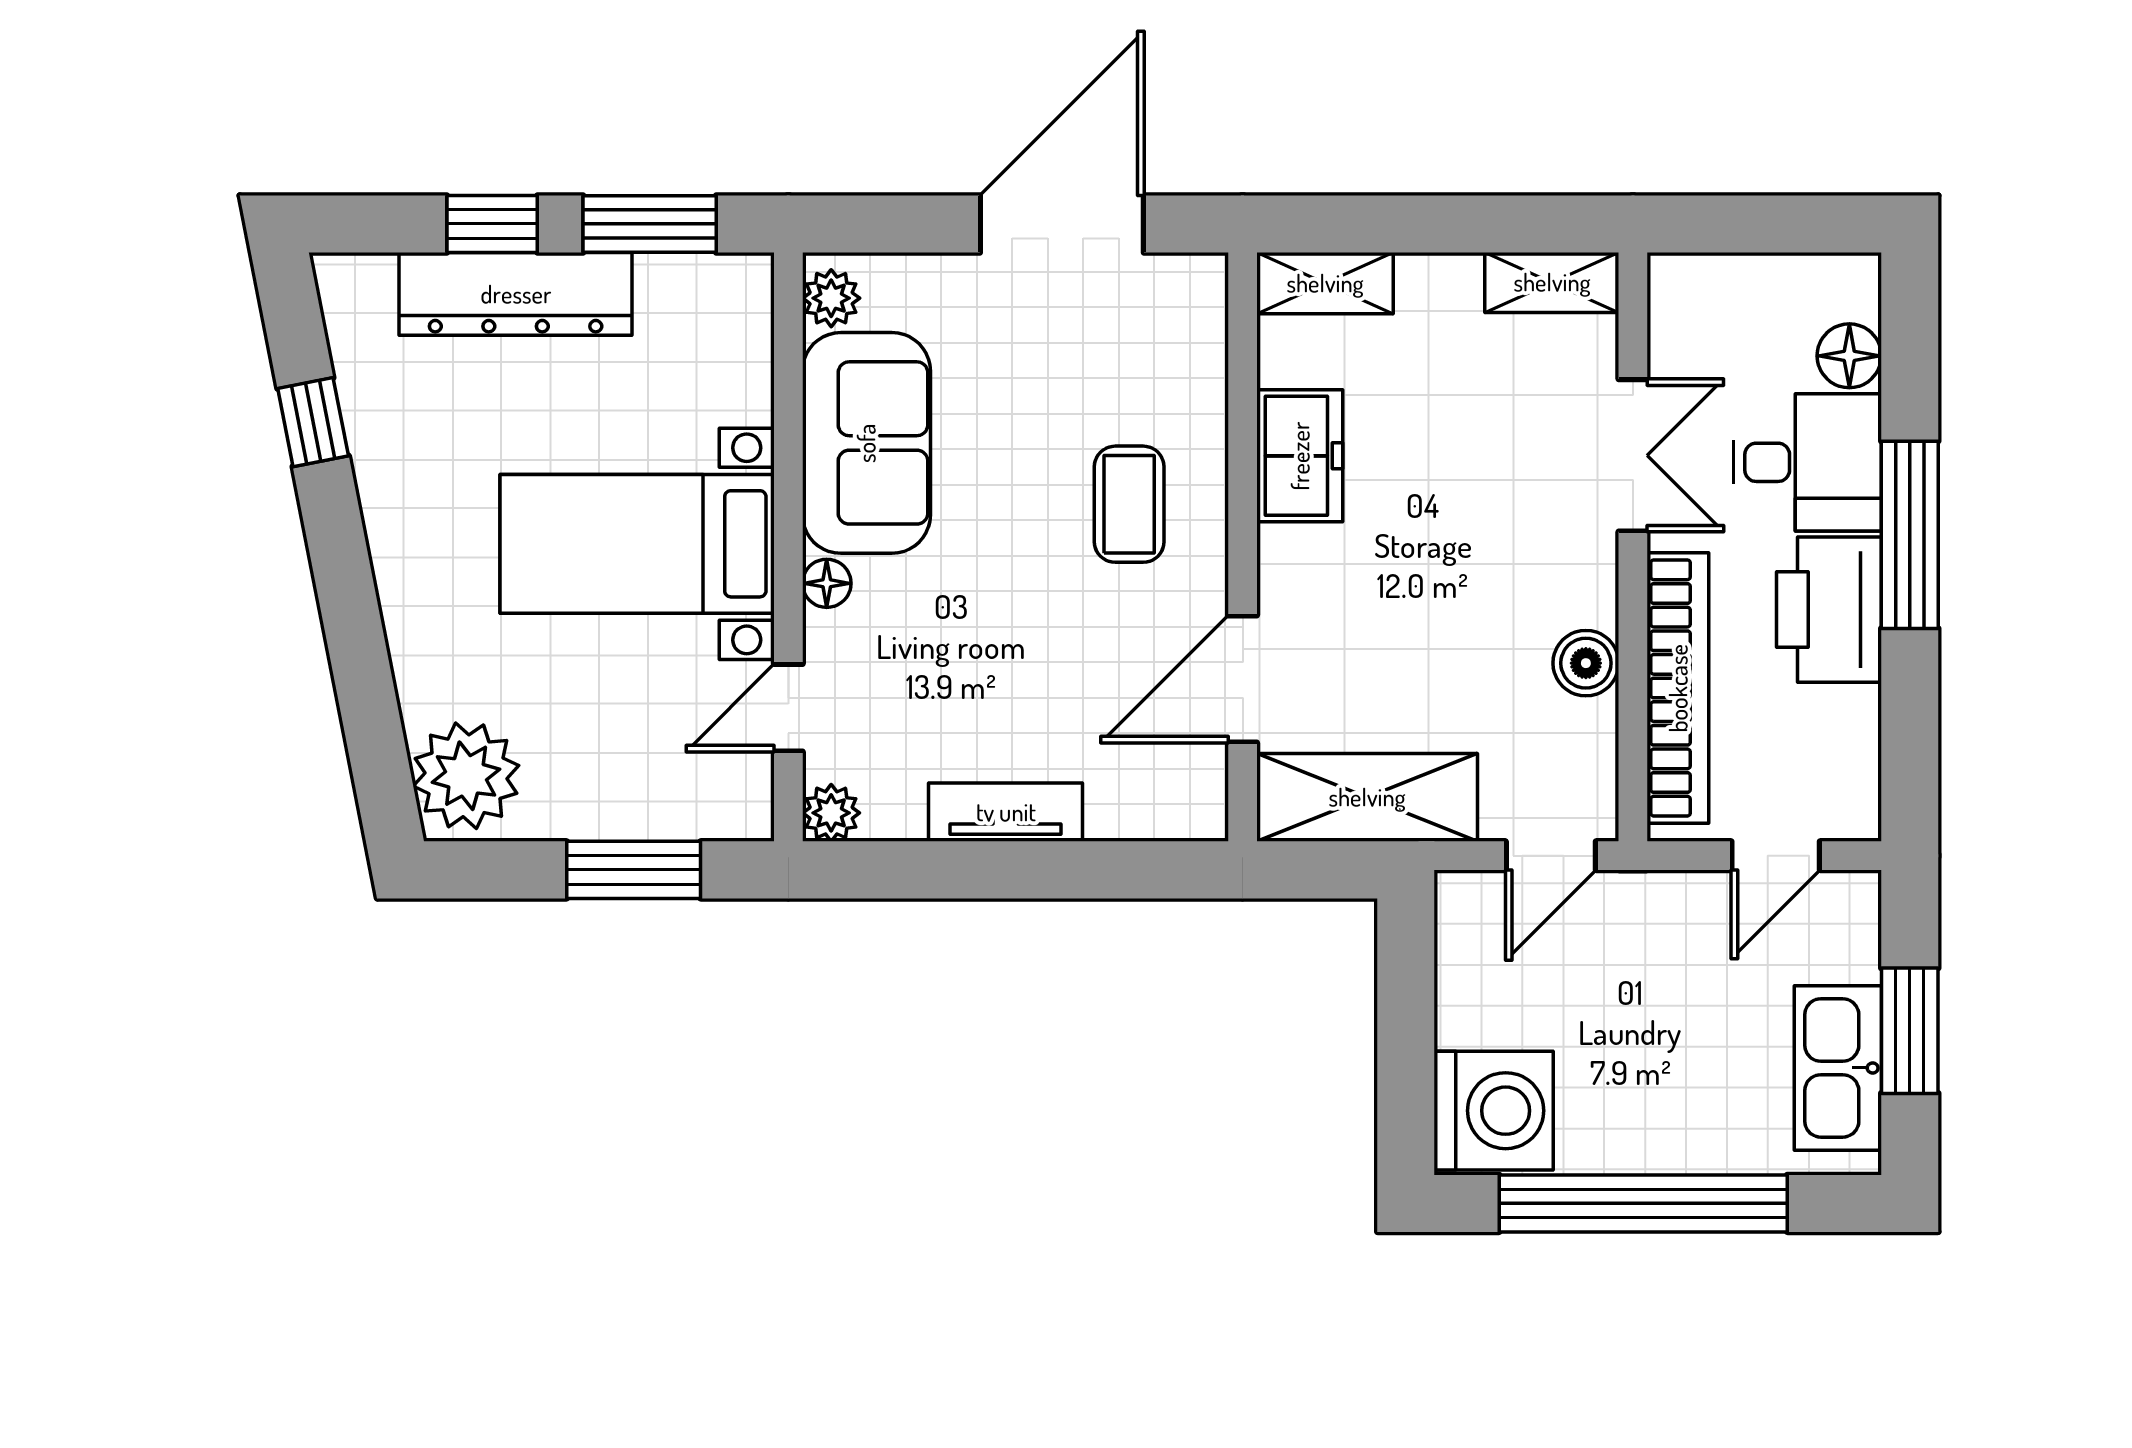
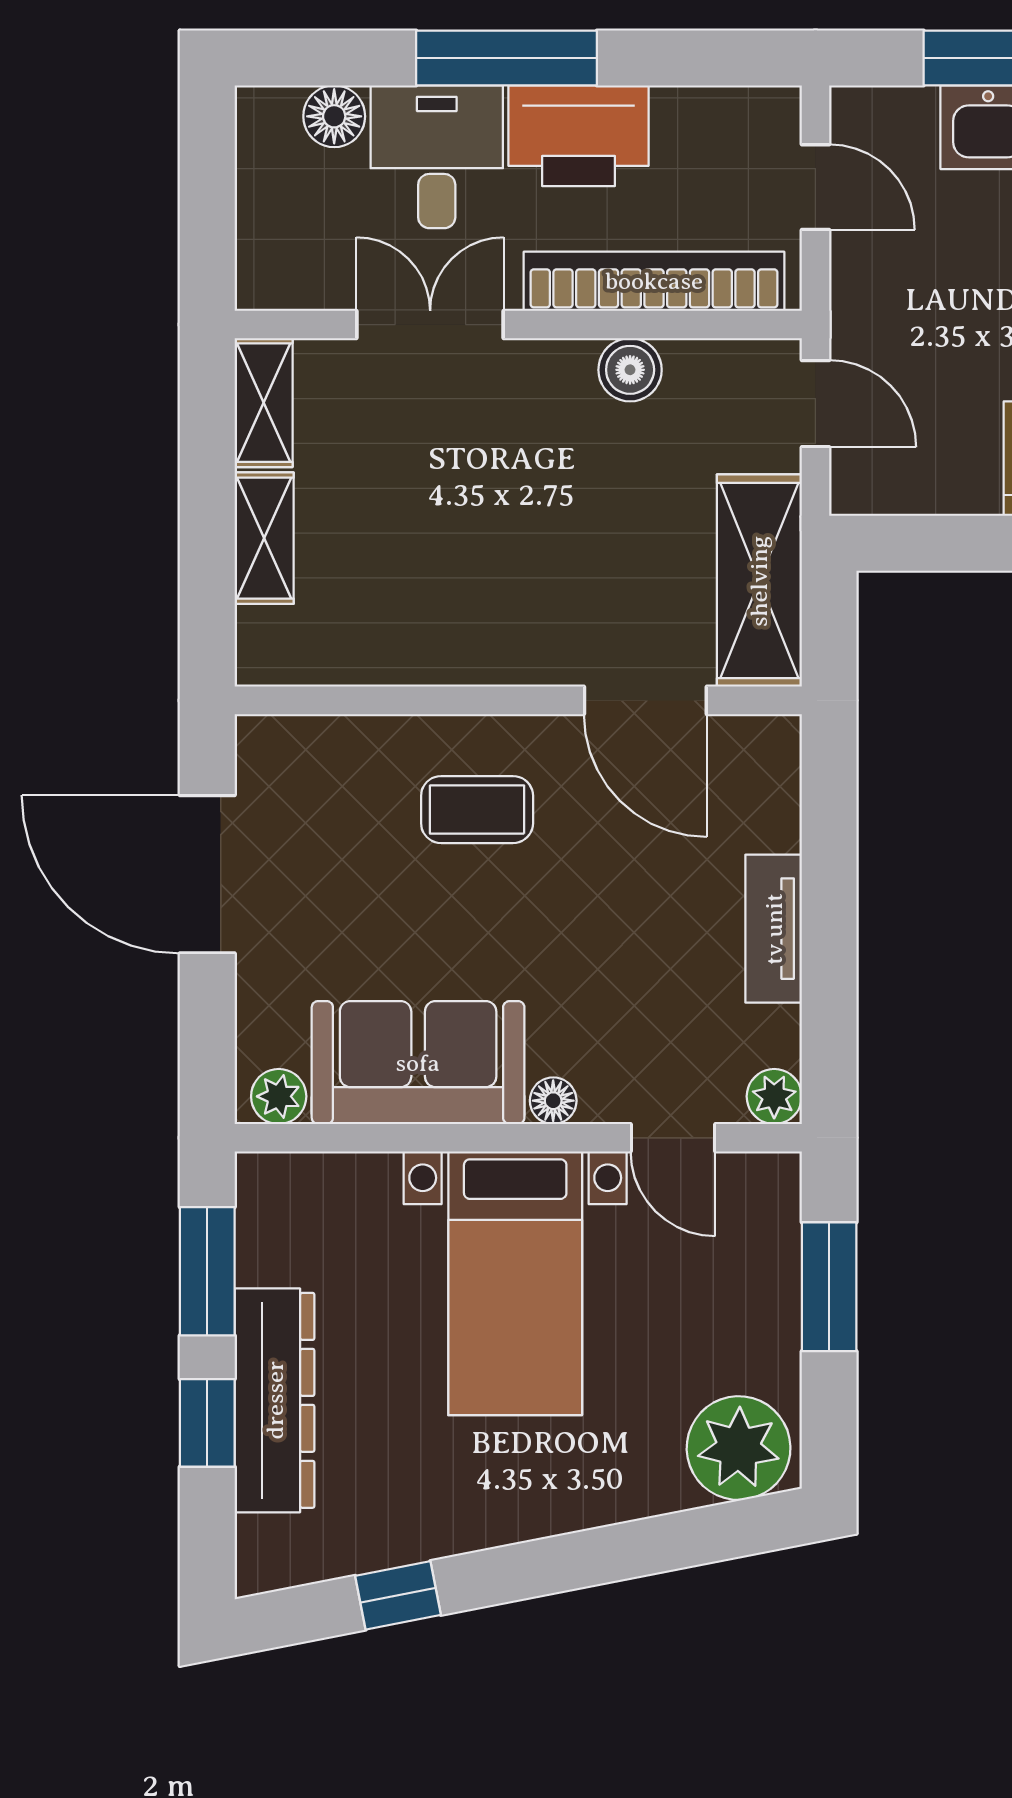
shelving: (1325, 283) -> (264, 538), moved
freezer: (1300, 456) -> (430, 645), removed

